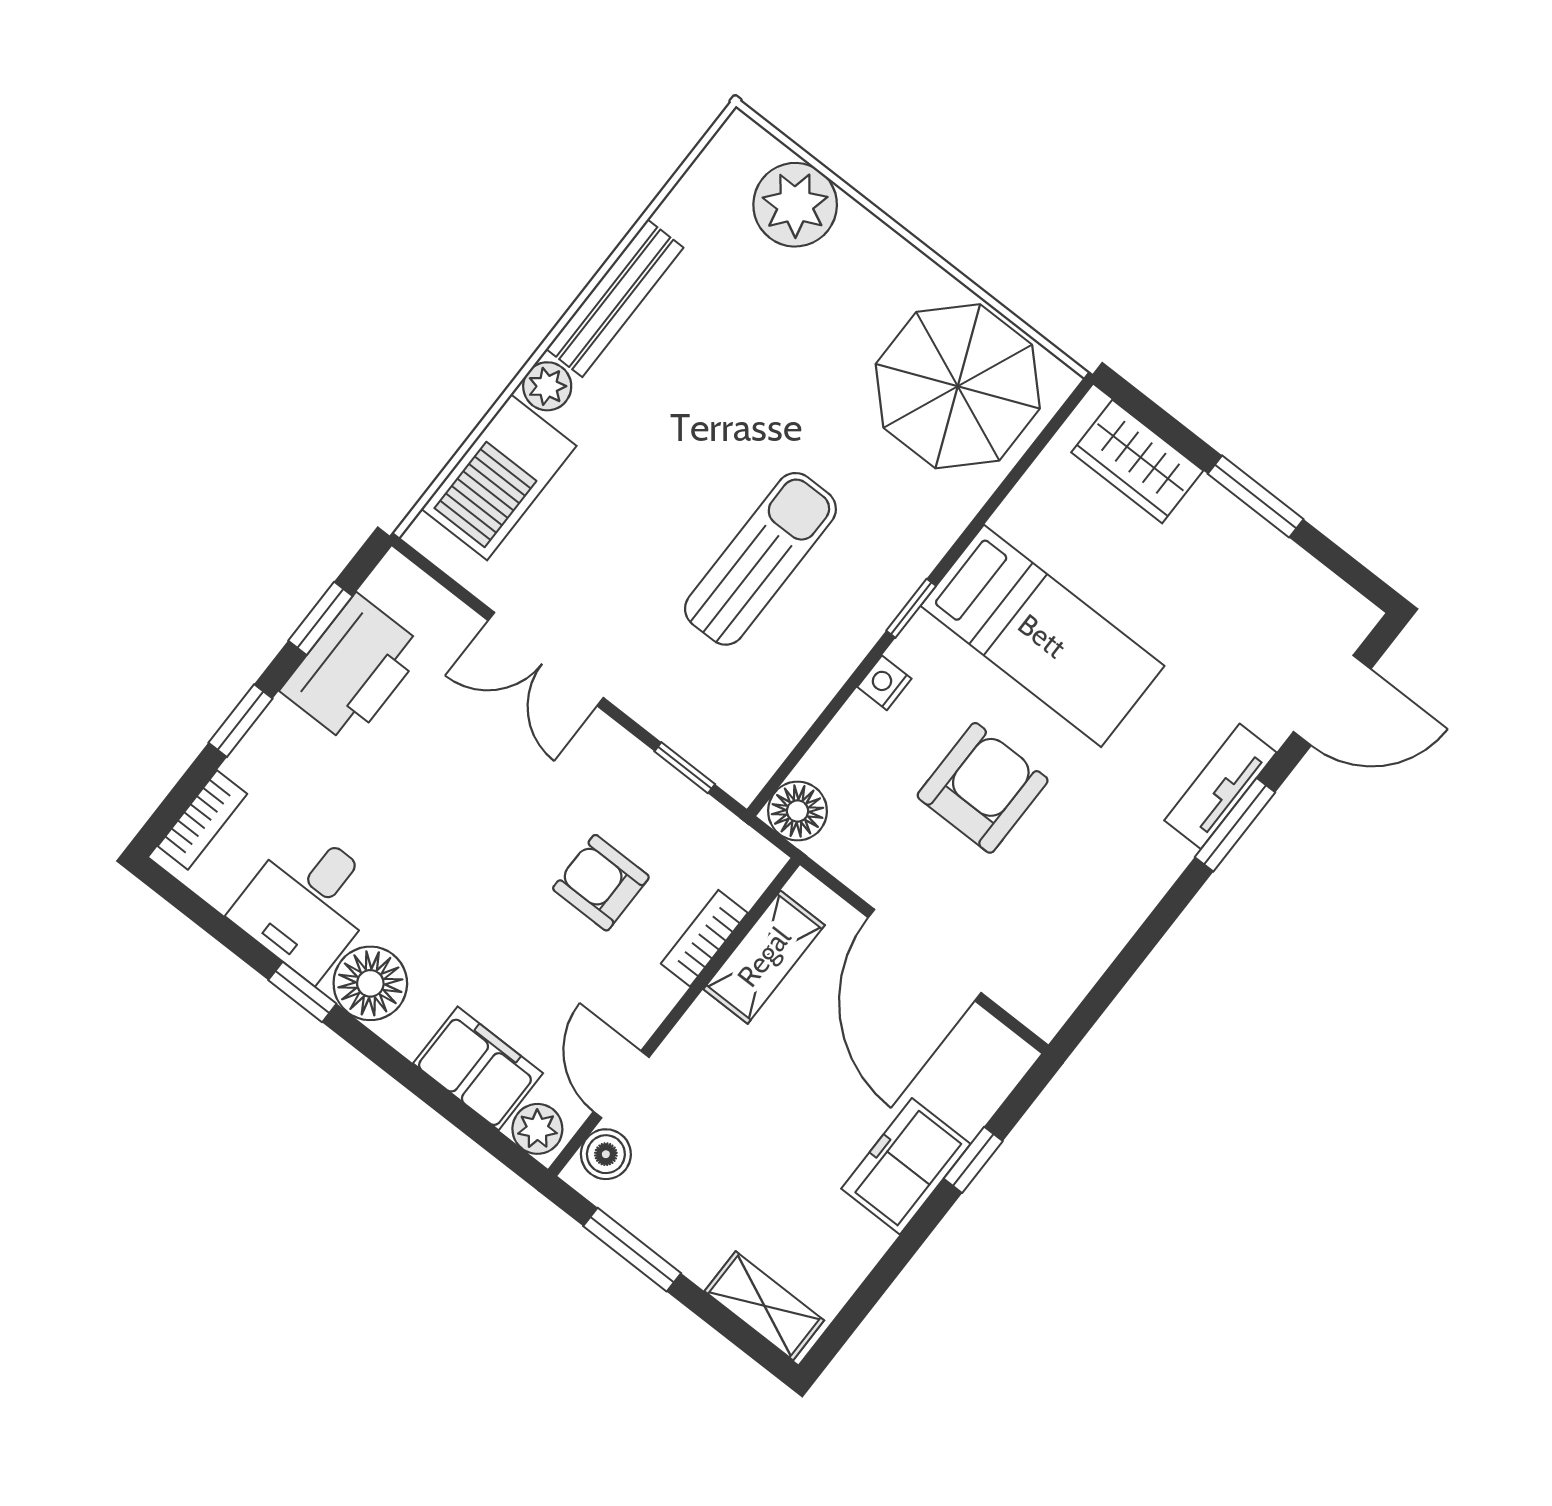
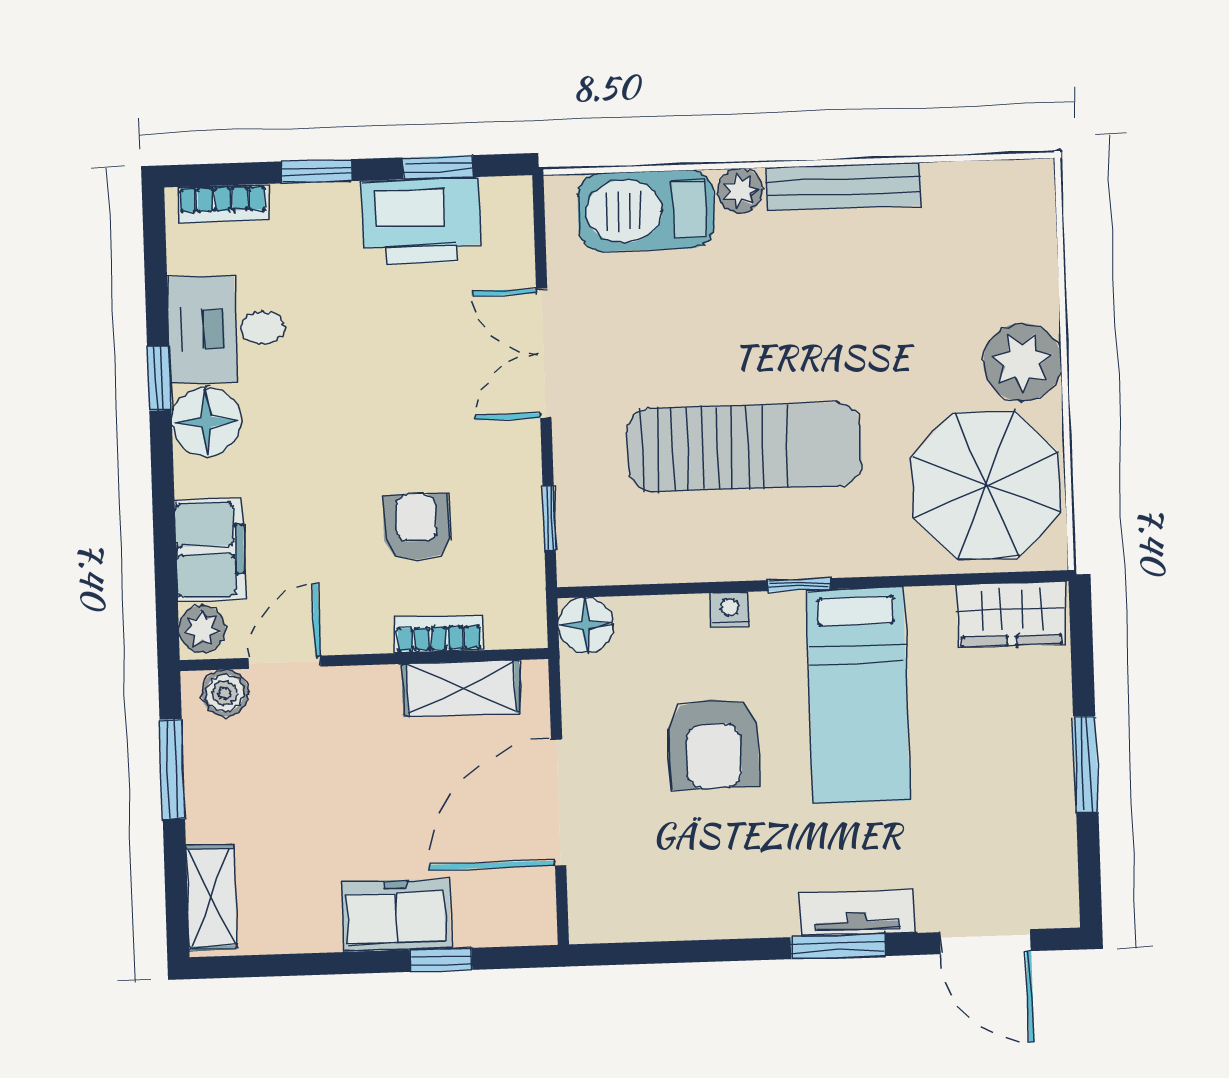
plant: (795, 205) -> (1022, 362), moved
wardrobe: (1137, 462) -> (1011, 614), moved, turned -90
sun lounger: (760, 559) -> (744, 447), width x1.36, depth x1.34
armchair: (983, 788) -> (713, 744), turned 89

